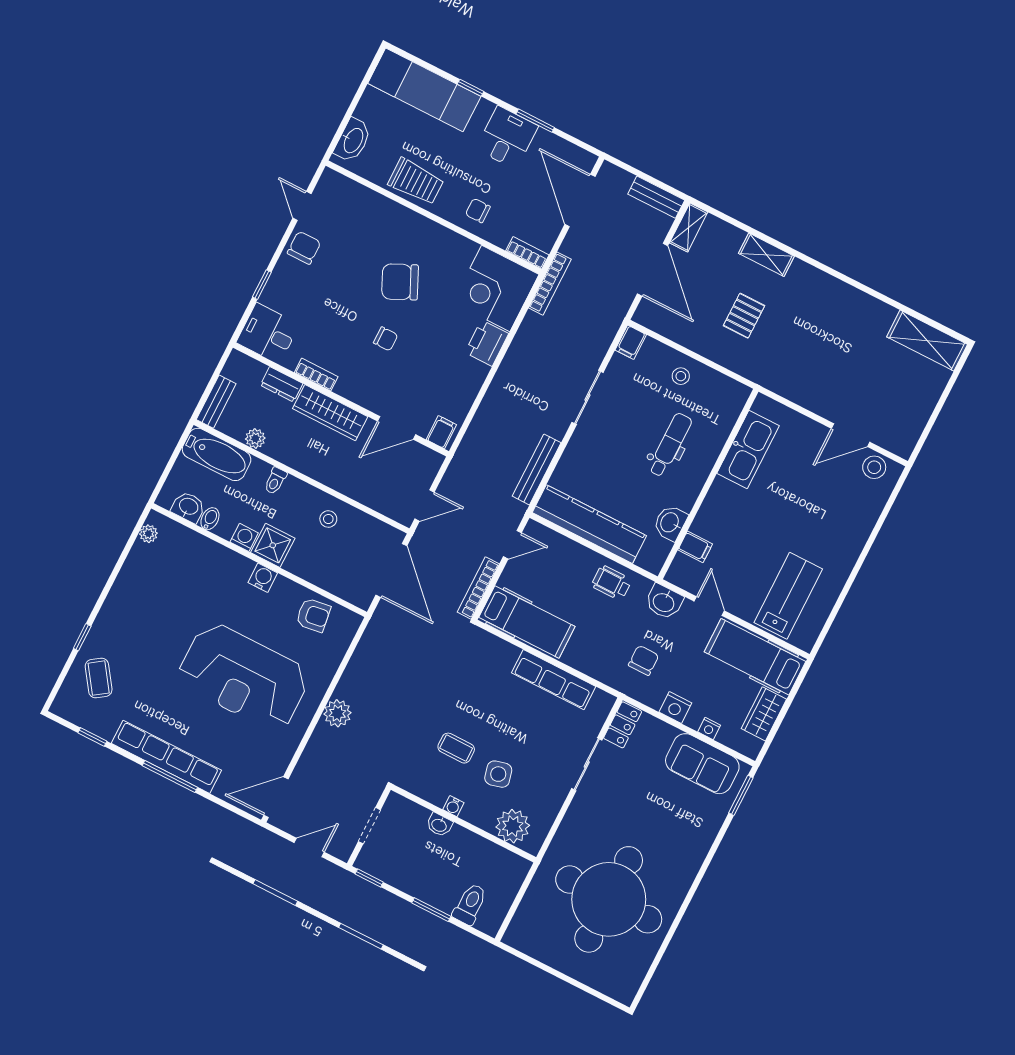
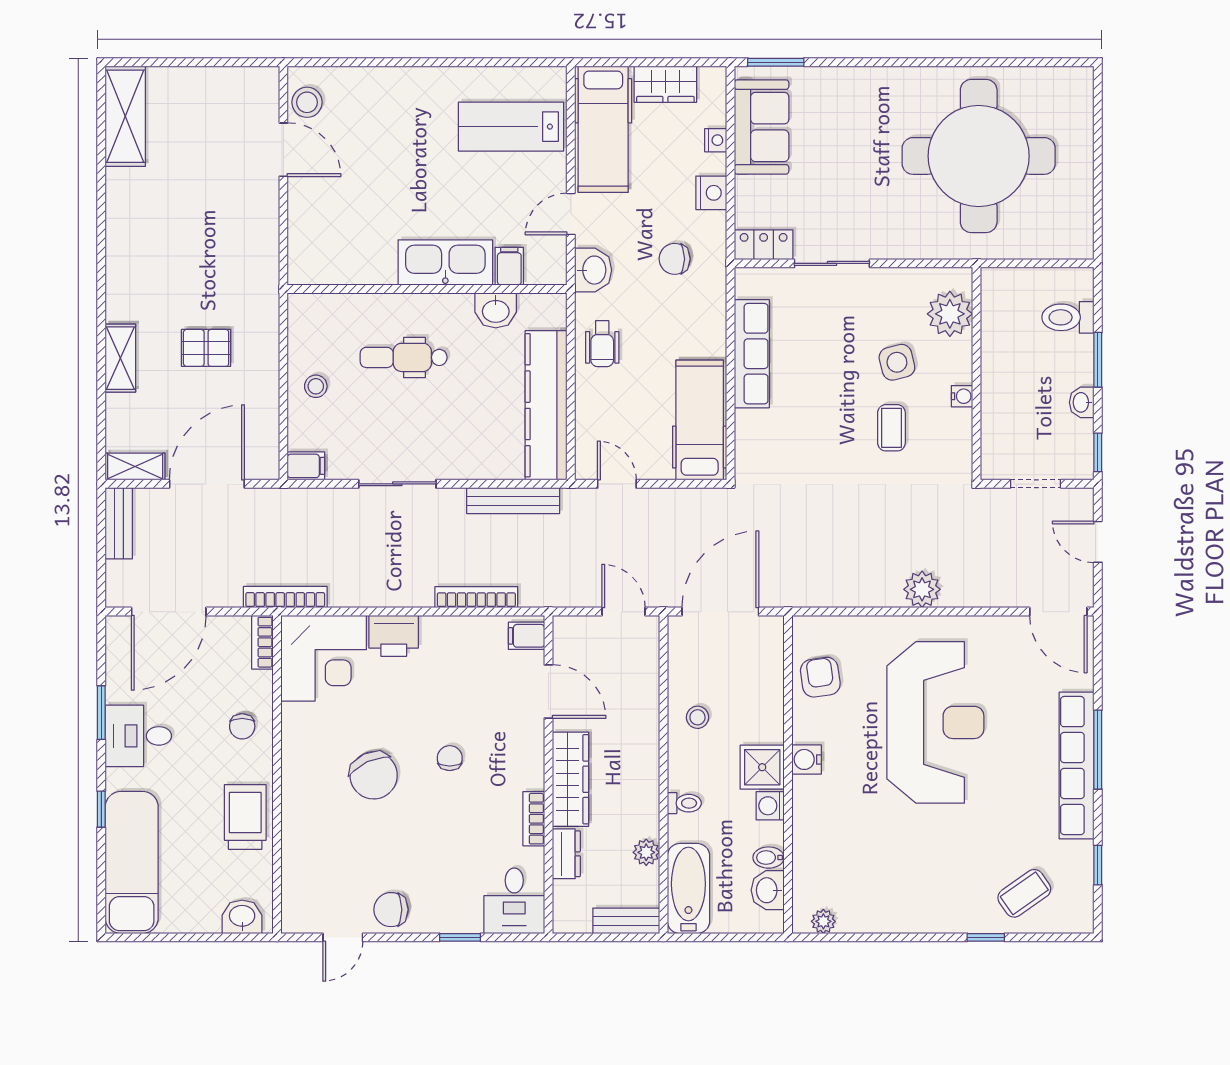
washbasin: (353, 140) -> (242, 917), width x0.72
kitchen sink: (748, 450) -> (445, 262), moved
bookcase: (478, 588) -> (476, 597), moved, turned 180
washbasin: (439, 825) -> (1082, 402), moved, turned 180

